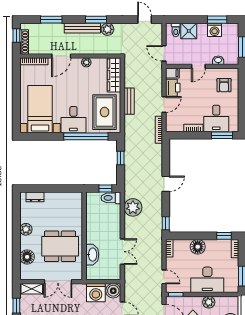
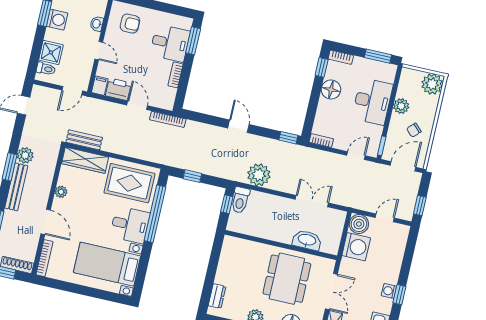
bench: (129, 101) -> (84, 140), moved
floor lamp: (198, 247) -> (331, 90), moved

